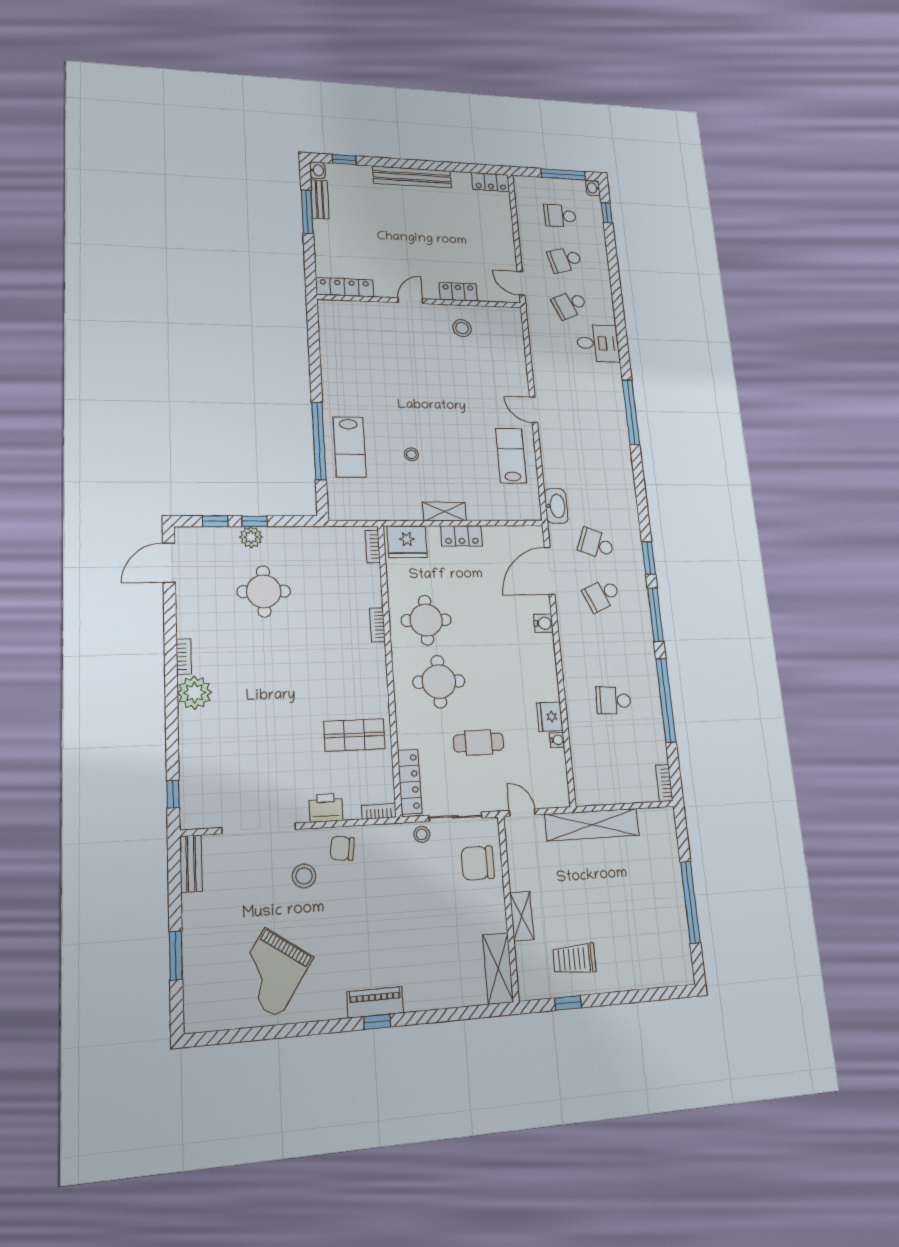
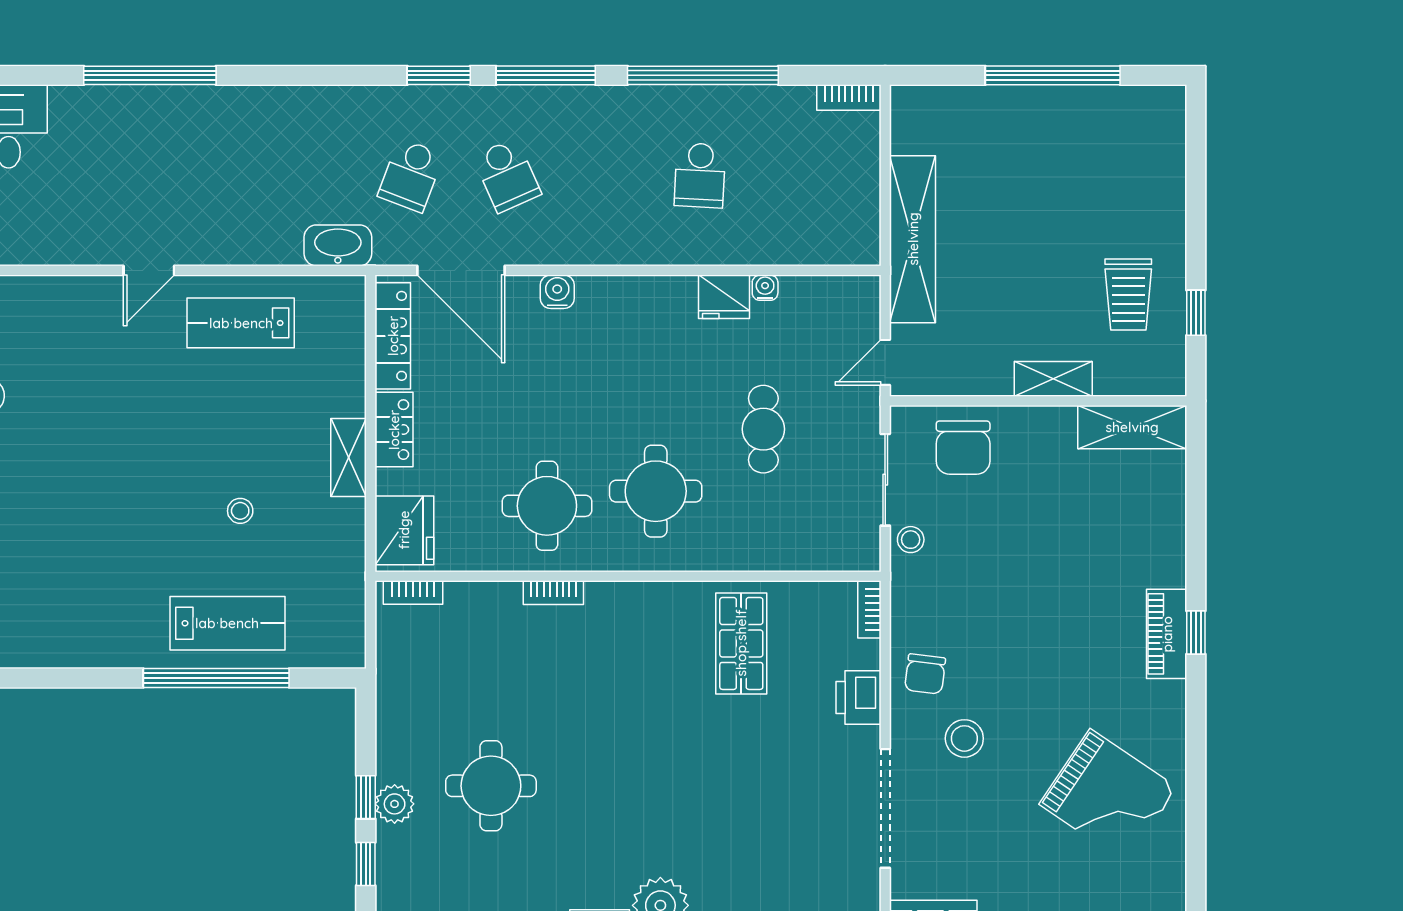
locker: (410, 782) -> (393, 336), moved, turned 90

